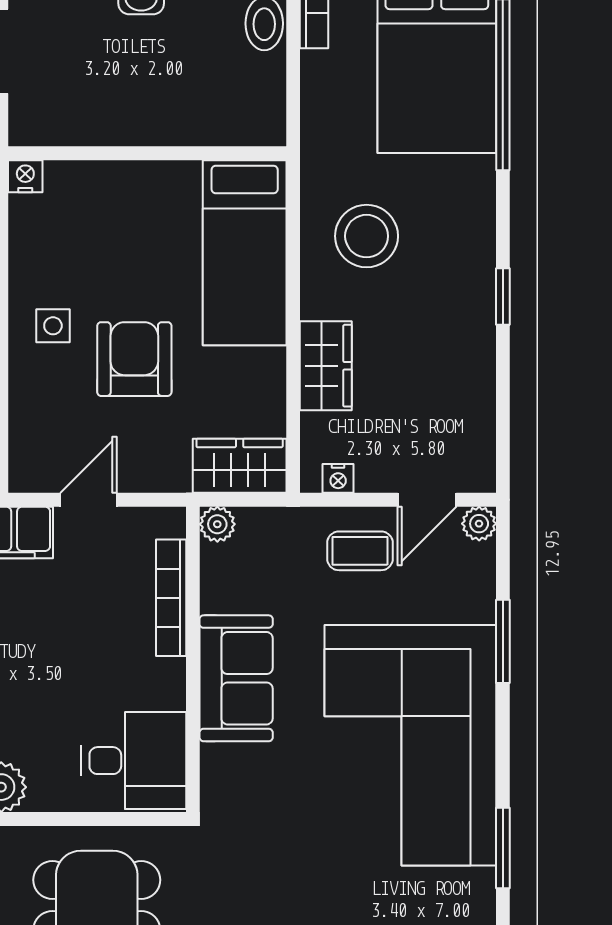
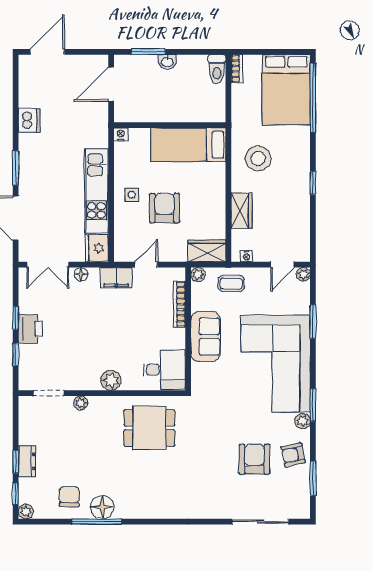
bed: (245, 253) -> (188, 145), moved, turned 90
coffee table: (360, 551) -> (231, 283), moved
plant: (477, 888) -> (303, 421), added

